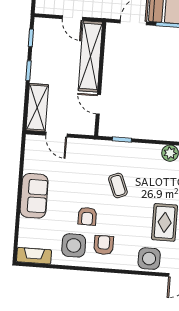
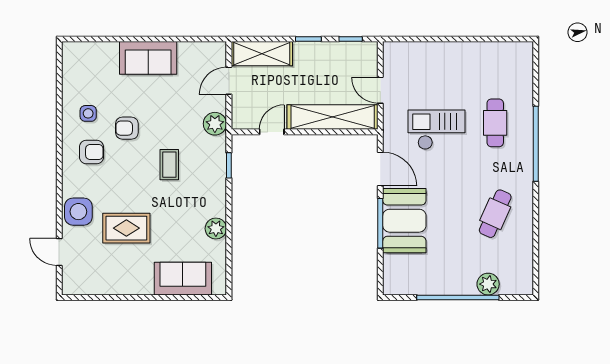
door: (72, 18) -> (380, 90), hinge flipped
plant: (89, 148) -> (215, 124), added
coffee table: (118, 185) -> (169, 165), turned -68
side table: (74, 245) -> (88, 113), width x0.54, depth x0.54
fireplace: (34, 256) -> (71, 63), removed

